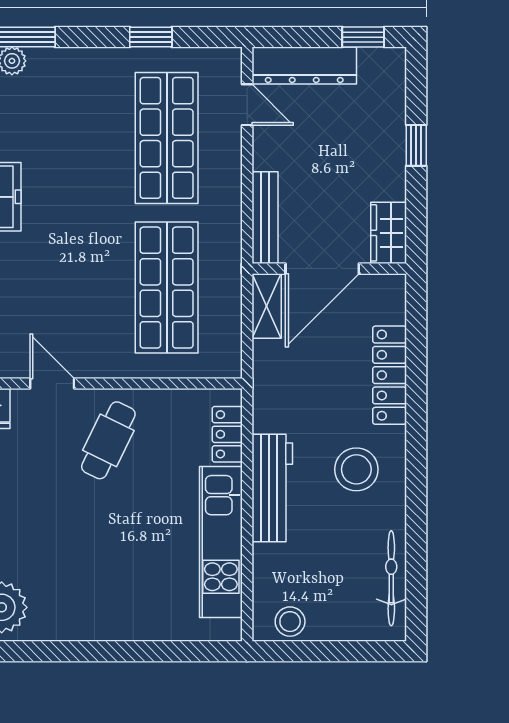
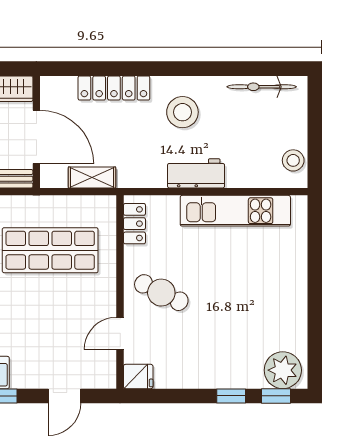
shelving: (267, 306) -> (92, 177), moved
locker: (227, 434) -> (134, 224), moved, turned -90
workbench: (272, 488) -> (196, 173), width x0.73

